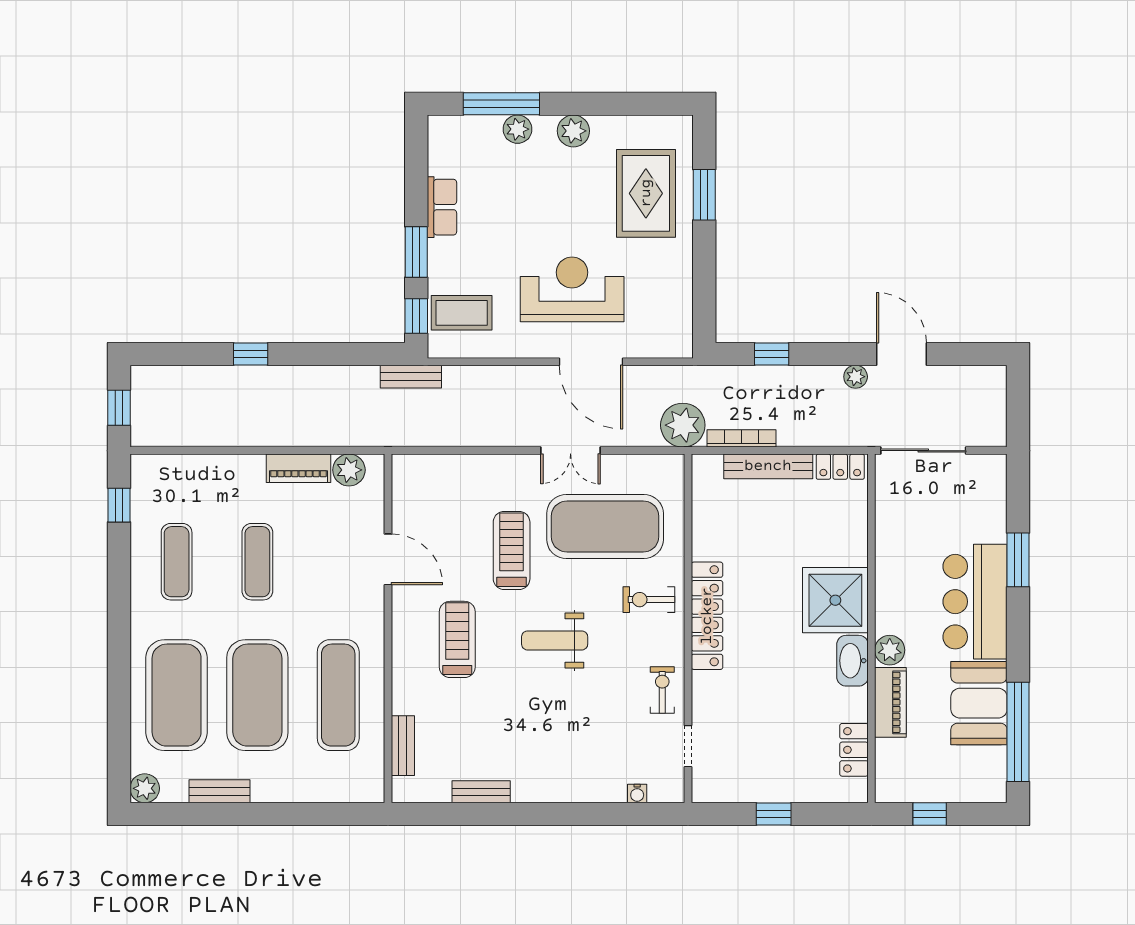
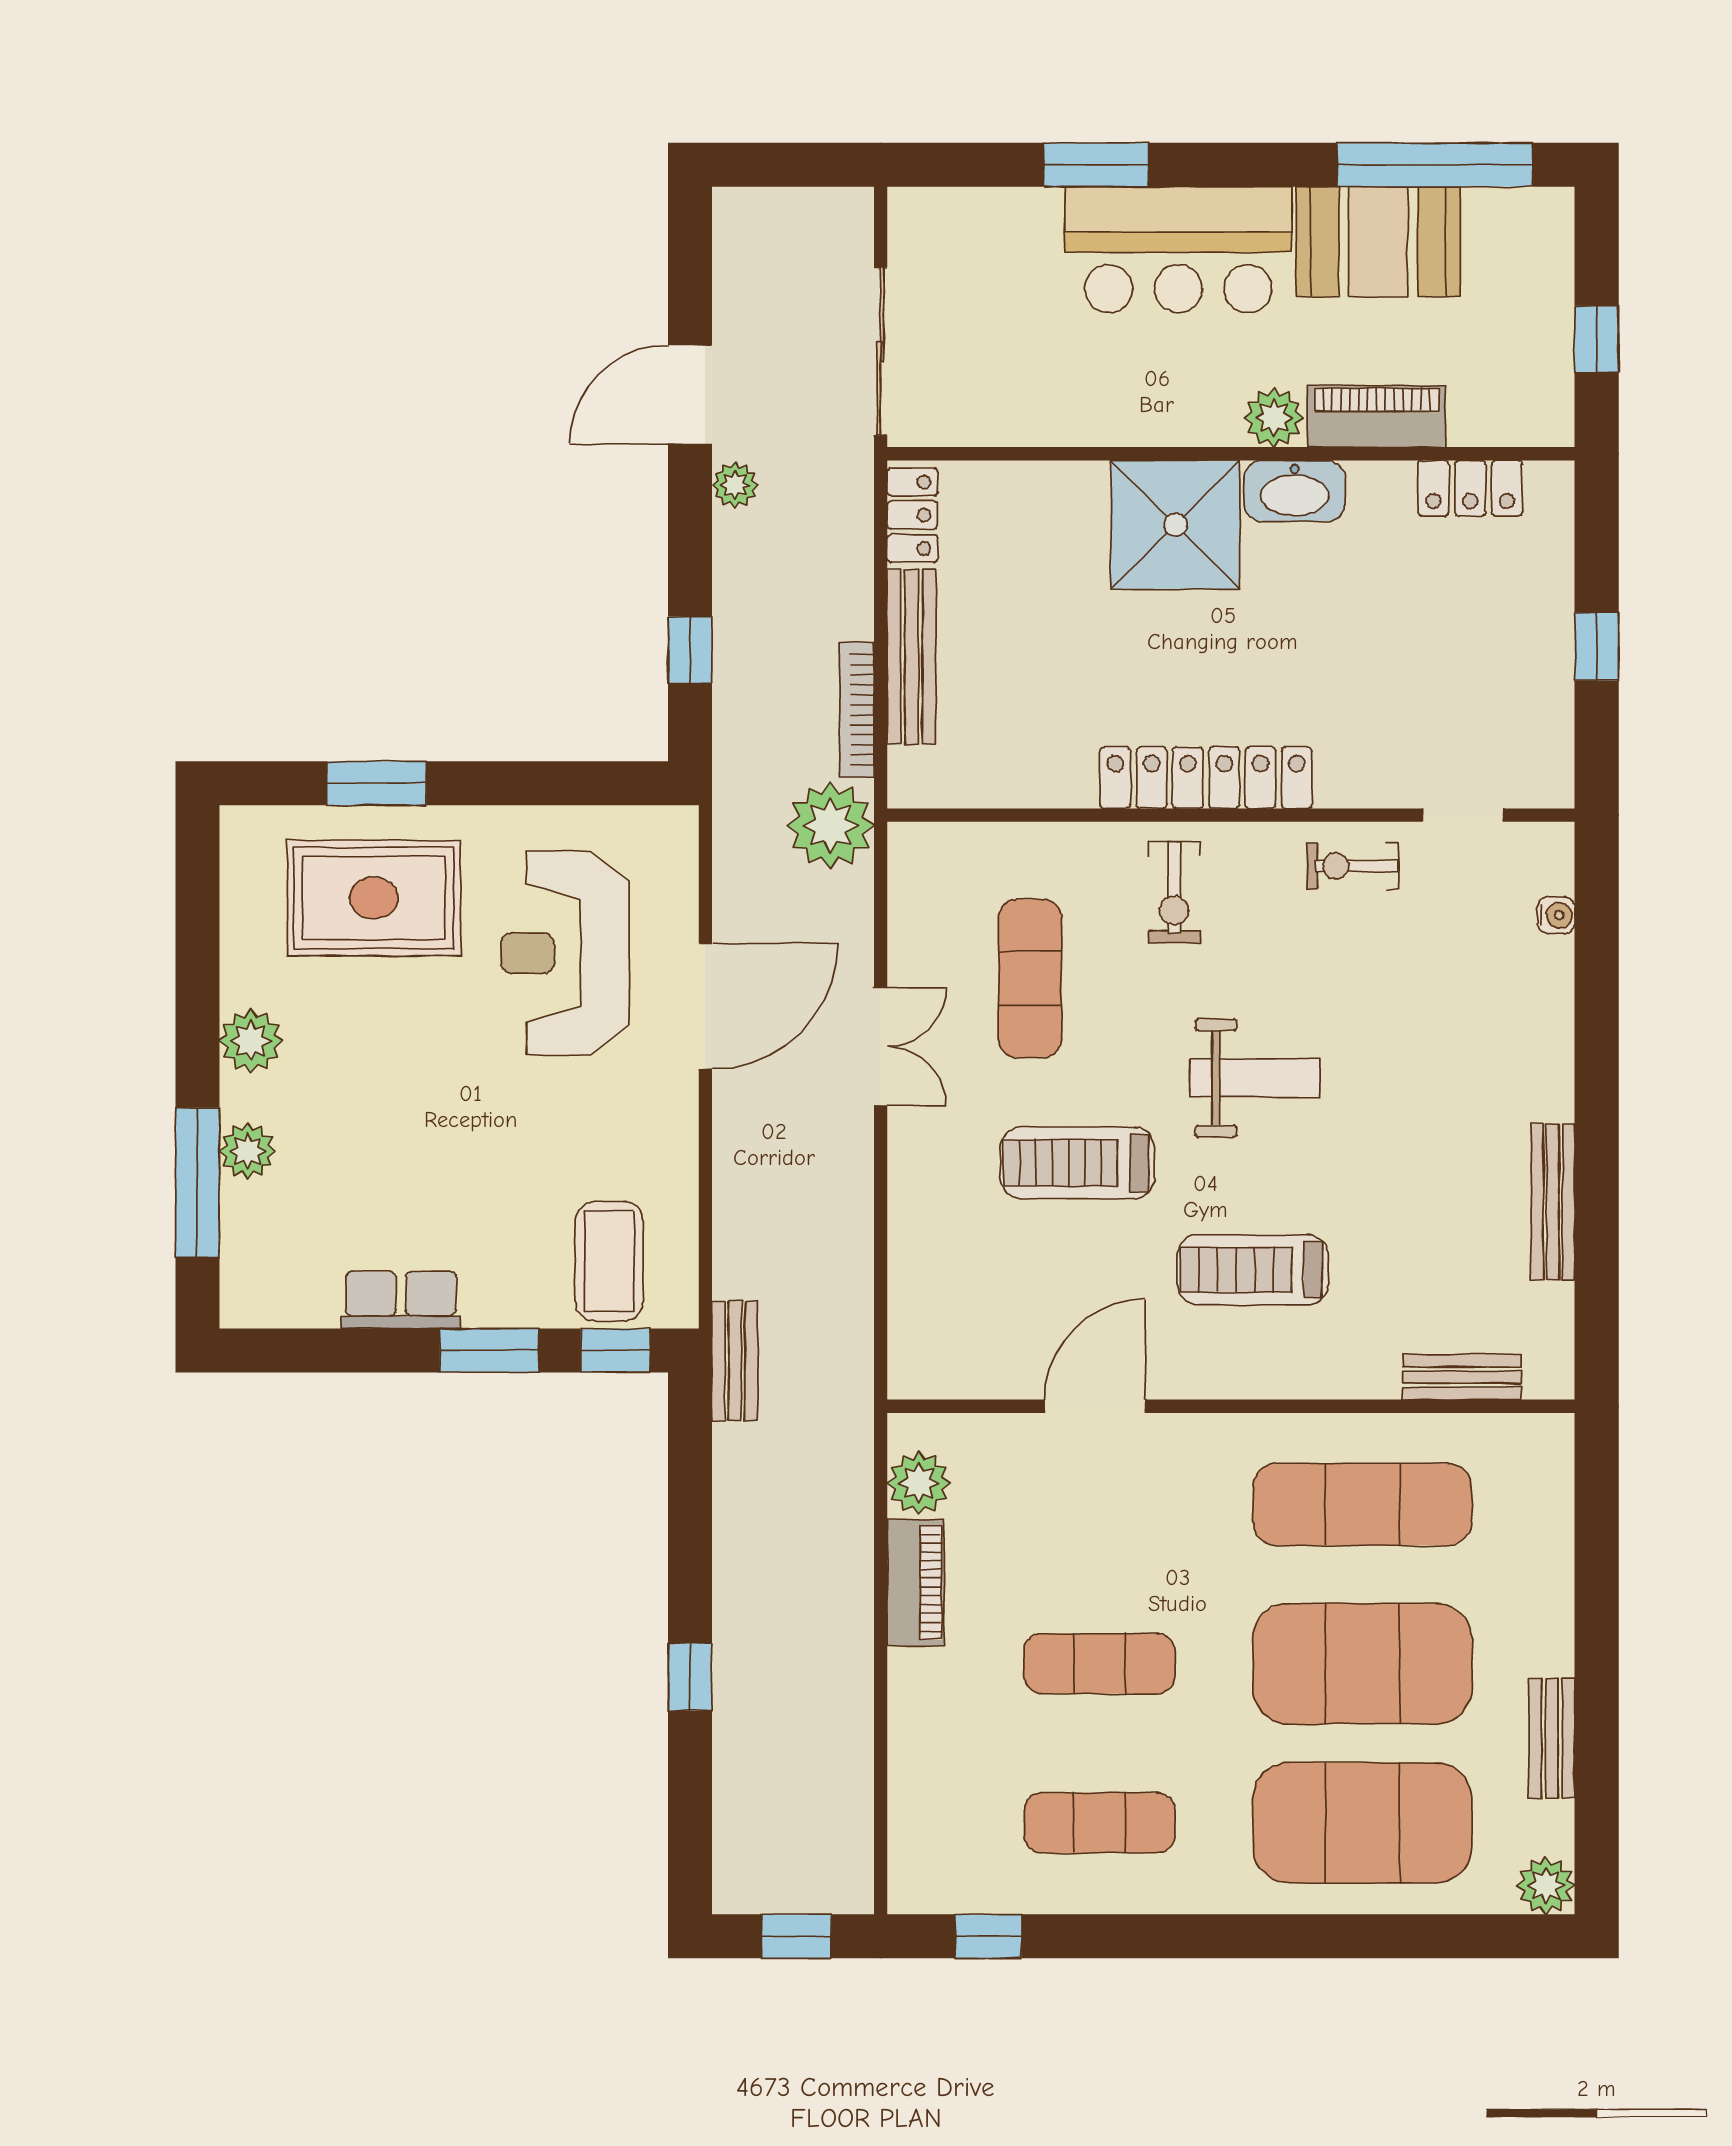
reception desk: (572, 289) -> (565, 953), moved
exercise mat: (605, 526) -> (1030, 979), width x0.50, depth x0.69
weight bench: (555, 640) -> (1255, 1078), turned -90
bench: (481, 792) -> (1553, 1202), width x1.36

